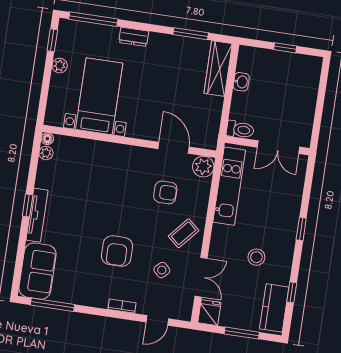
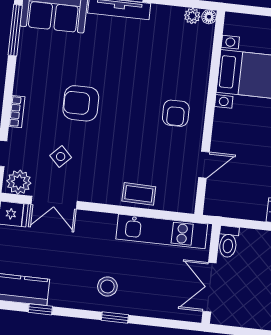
door: (174, 148) -> (204, 165), width x0.73
plant: (203, 167) -> (19, 182), moved
armchair: (165, 192) -> (176, 113), moved
coffee table: (184, 233) -> (139, 194), moved, turned -40
stool: (256, 257) -> (107, 286), moved

